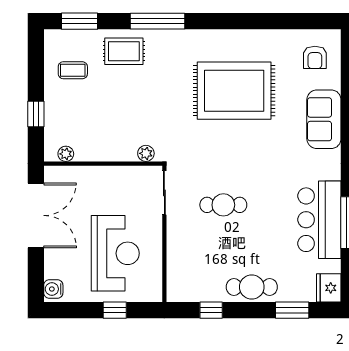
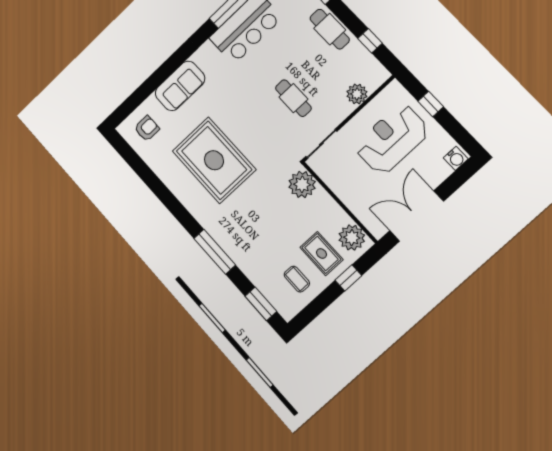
rug: (124, 51) -> (321, 253), moved
plant: (146, 153) -> (302, 184), width x1.88, depth x1.88
plant: (66, 154) -> (352, 238), width x1.88, depth x1.88
plant: (178, 259) -> (357, 94), added

